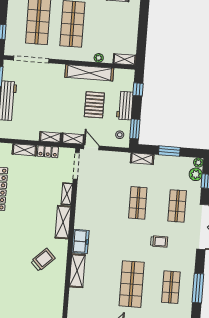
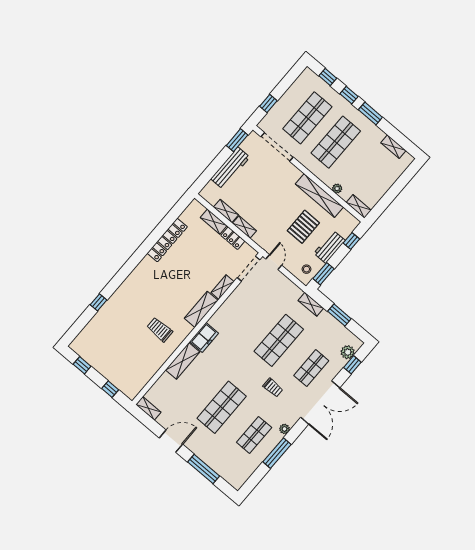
shelving: (73, 139) -> (226, 211), moved
plant: (198, 163) -> (285, 429), moved
shop shelf: (138, 203) -> (279, 340), width x1.43, depth x1.36
trolley: (43, 260) -> (160, 329), turned -136

